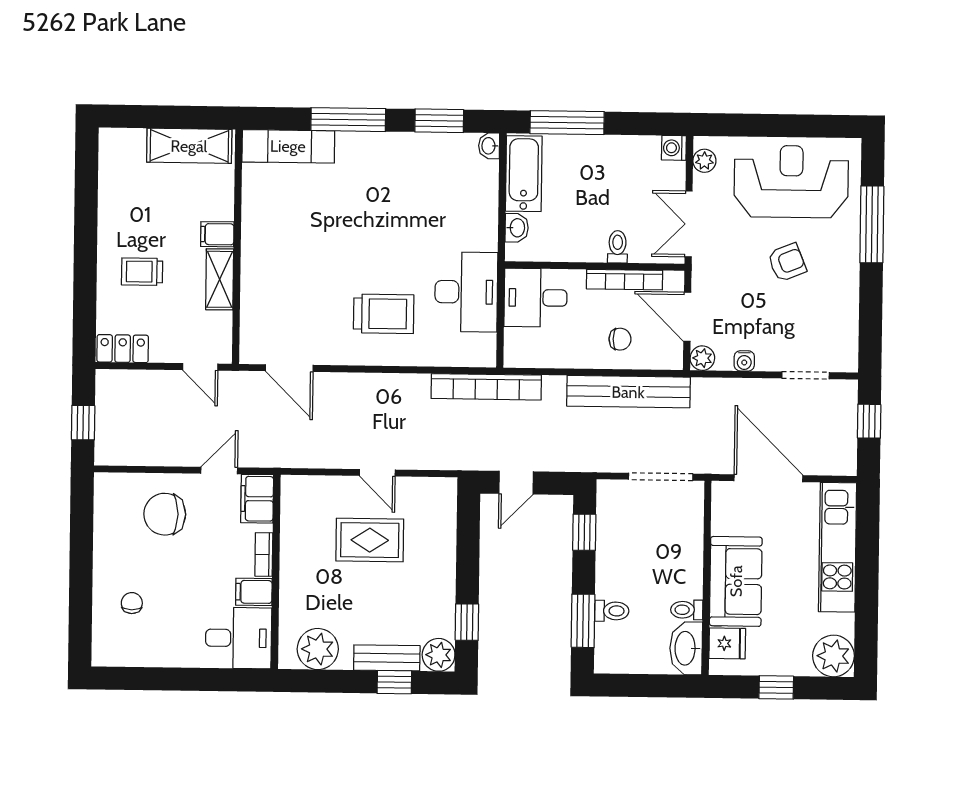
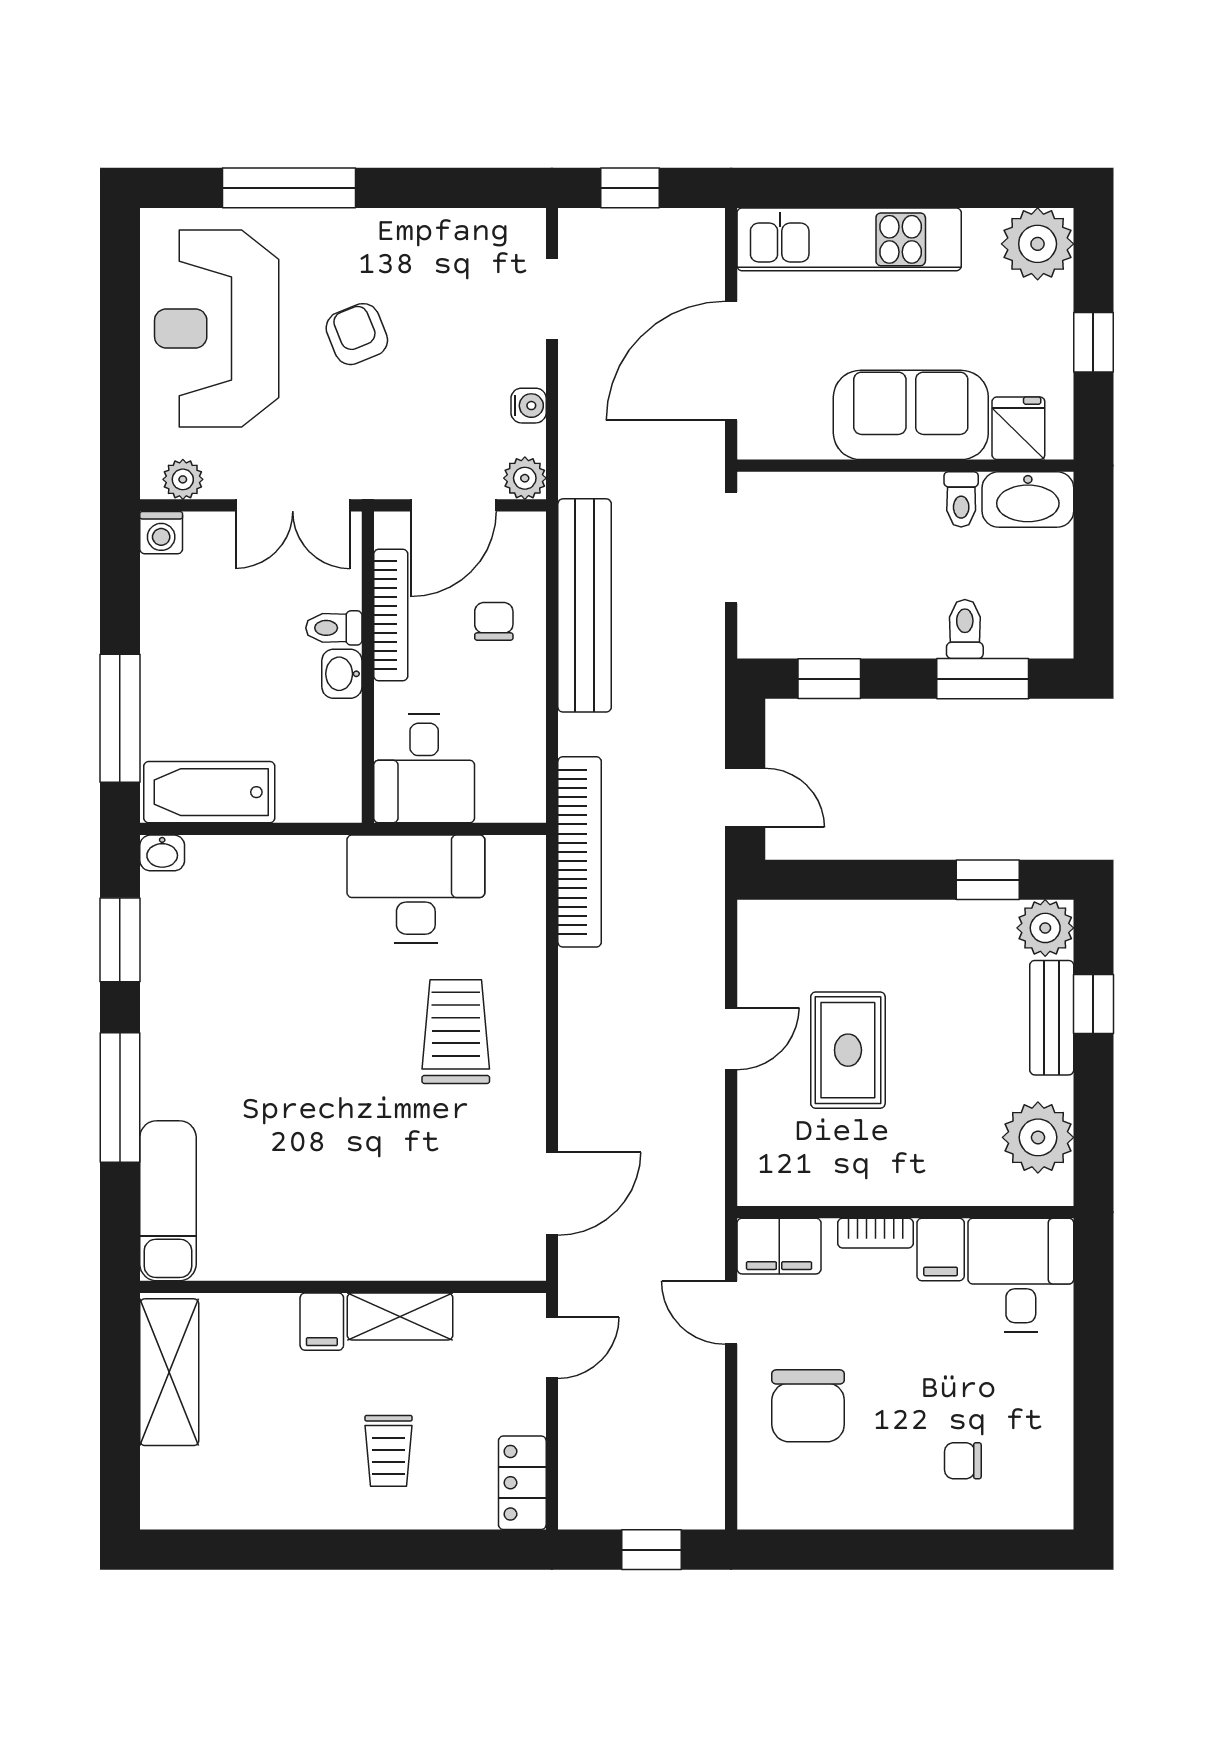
washbasin: (517, 228) -> (342, 674), moved, turned -90

